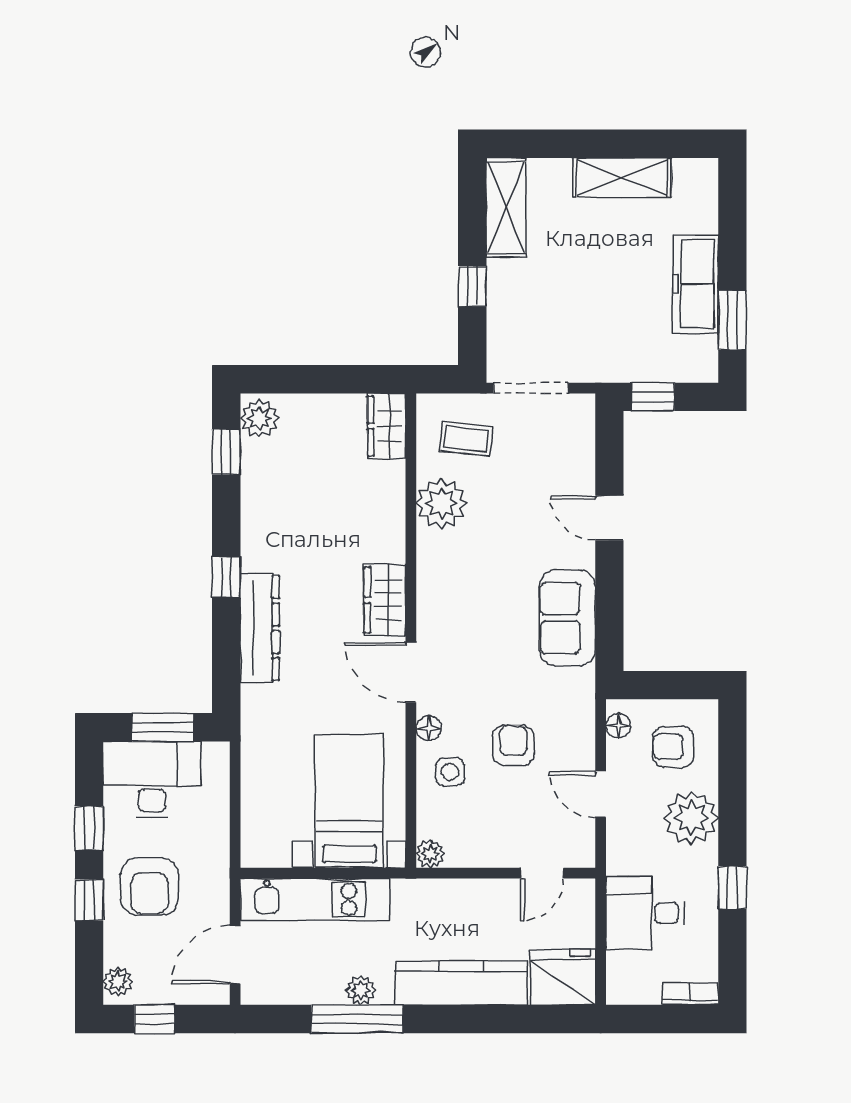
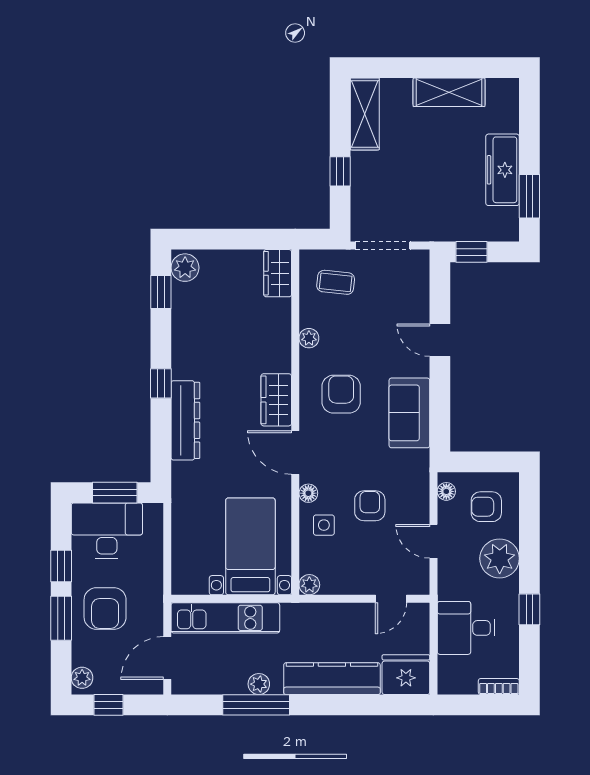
plant: (441, 503) -> (309, 338), width x0.53, depth x0.53
armchair: (474, 592) -> (341, 394), added
window: (89, 900) -> (61, 618), width x1.50

